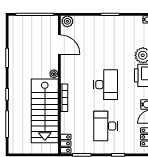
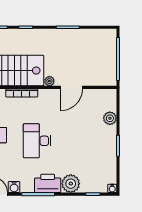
plant: (67, 21) -> (110, 118), moved
door: (59, 45) -> (71, 87), moved
desk: (106, 85) -> (37, 141), turned 90

